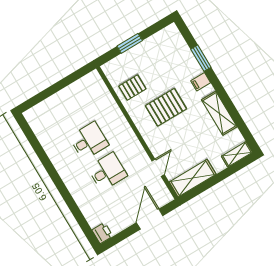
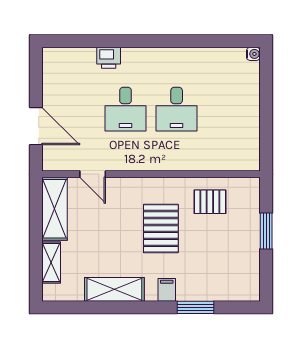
pallet: (132, 88) -> (210, 202), turned 90
water cooler: (28, 115) -> (253, 54), added
shelving: (237, 154) -> (51, 263), moved
printer: (102, 233) -> (109, 58), moved

